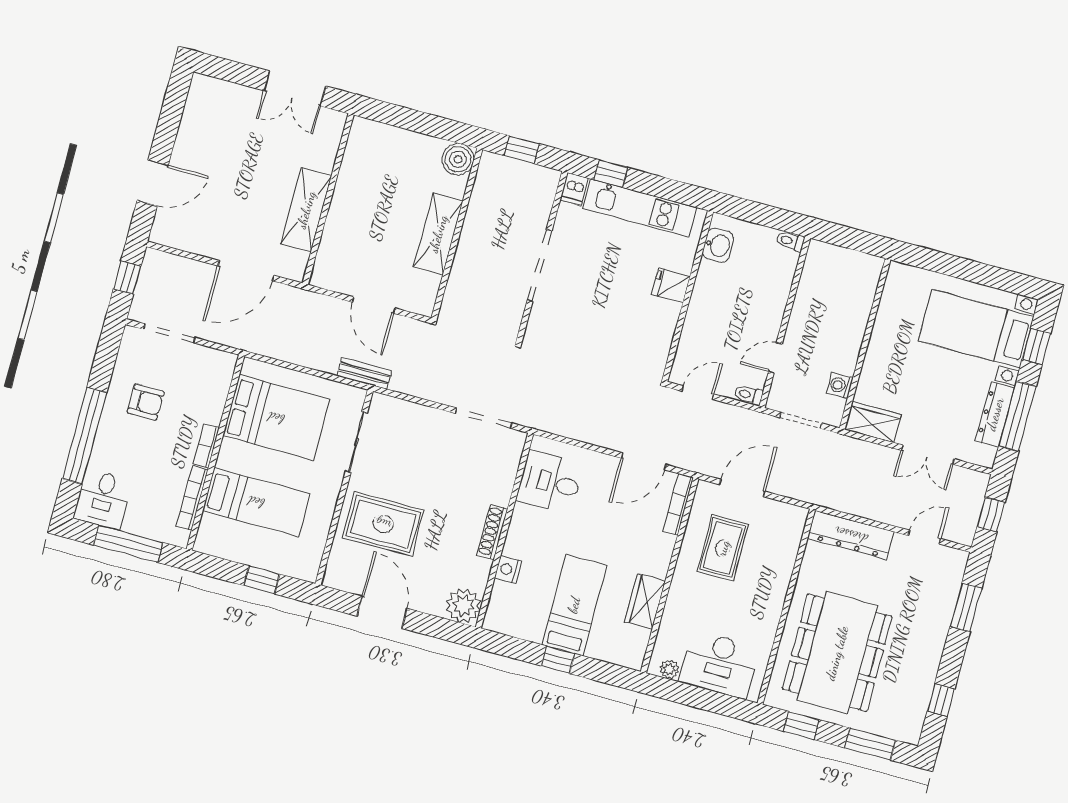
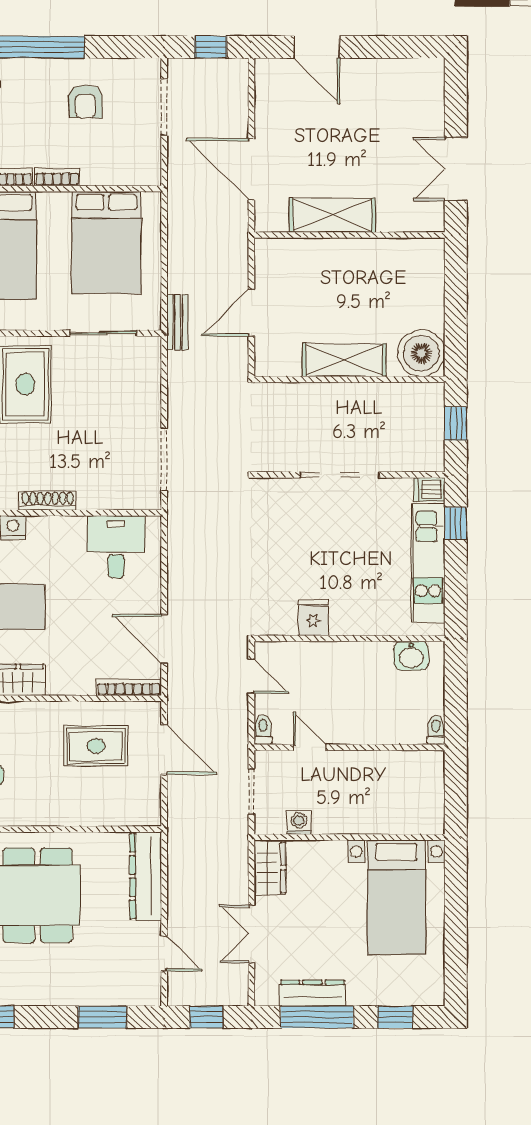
boiler: (458, 159) -> (421, 353), width x1.37, depth x1.37
fridge: (671, 285) -> (313, 618), moved
bed with nightstands: (976, 329) -> (396, 897), moved, turned 180

